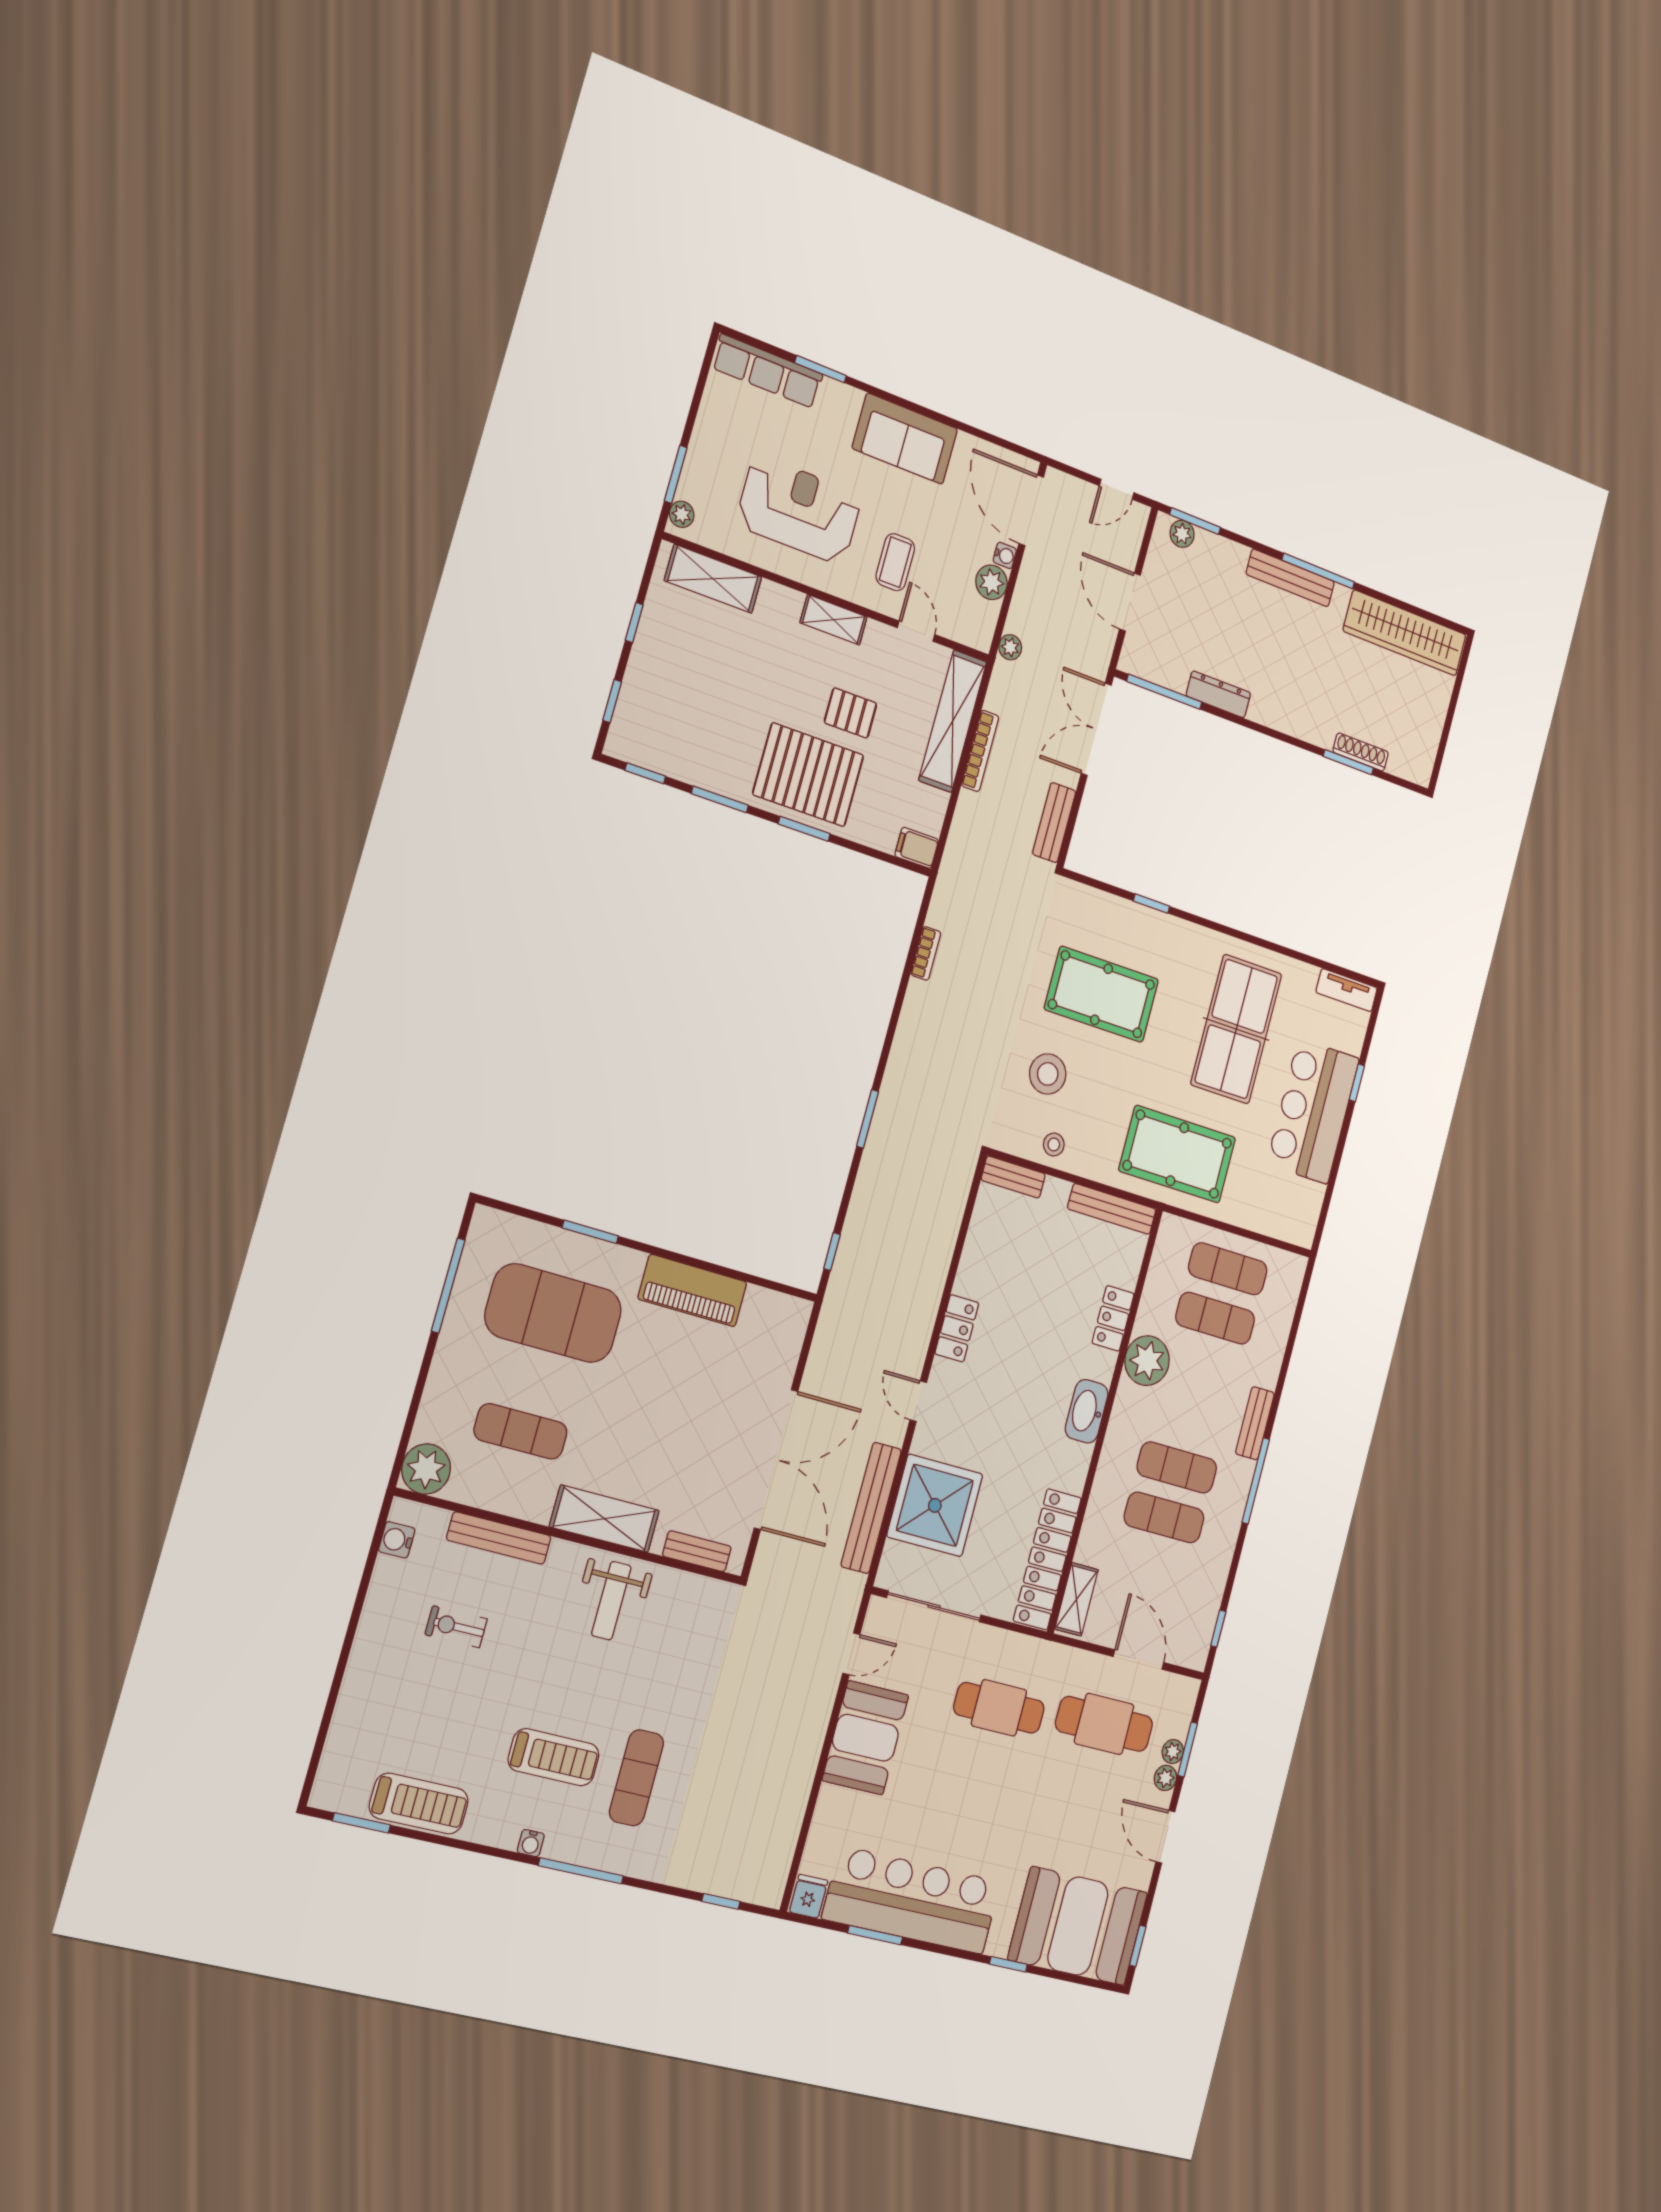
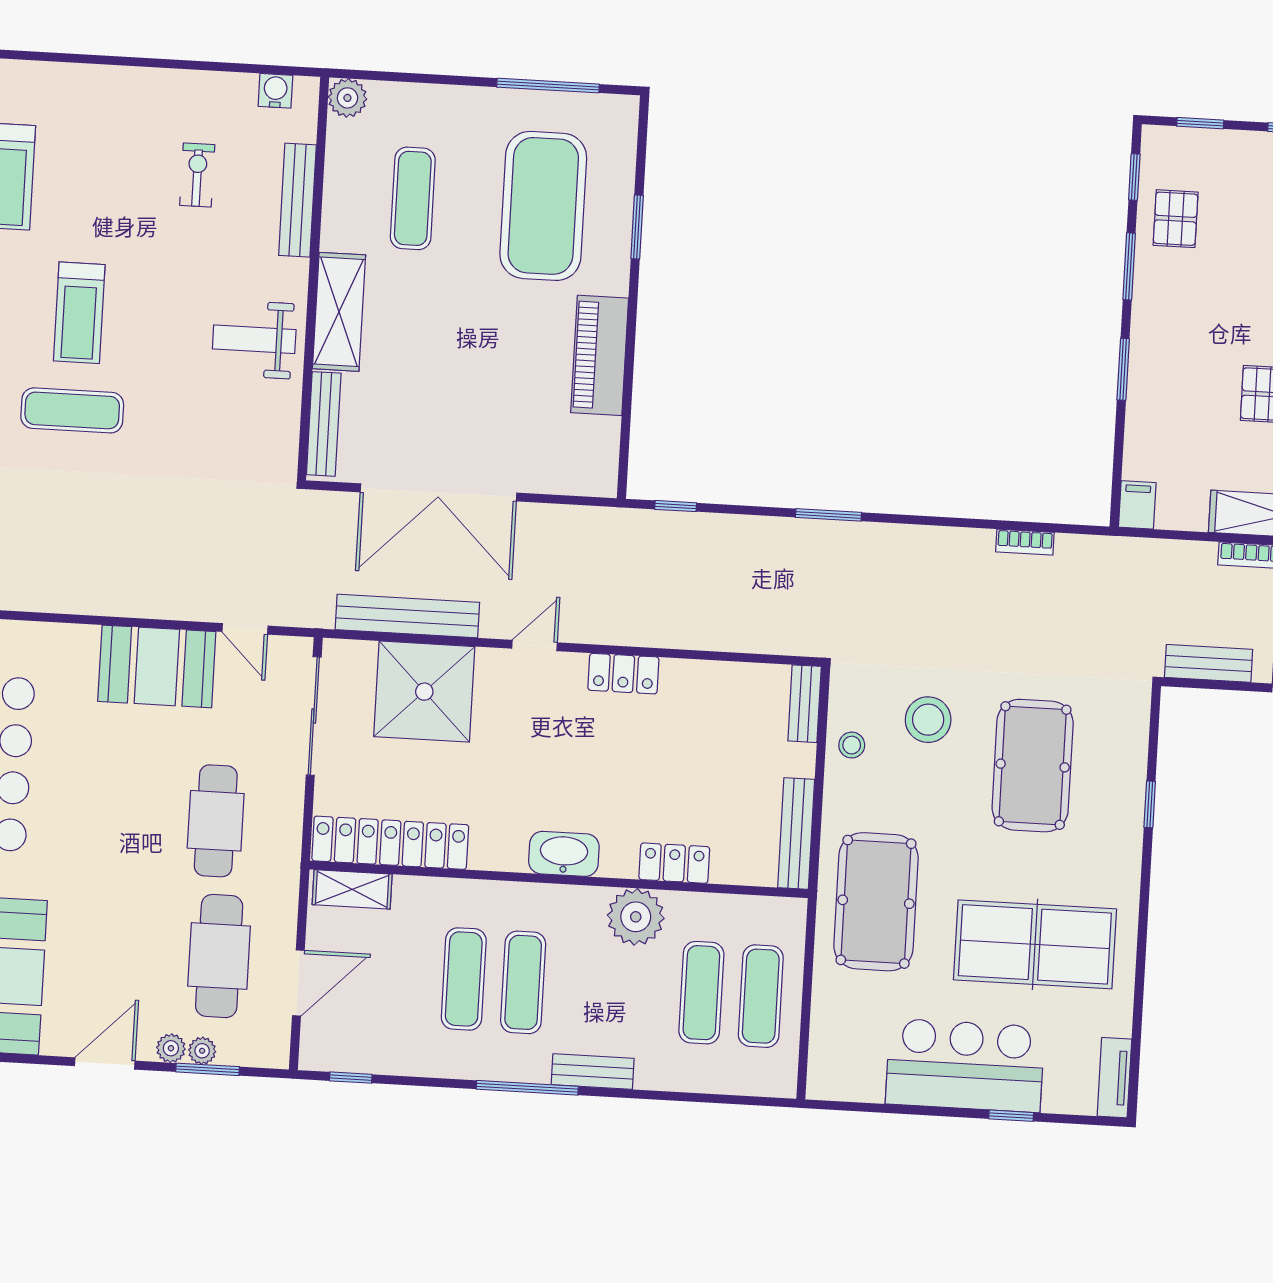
pallet: (808, 775) -> (1176, 219), moved, width x0.49, depth x0.50
plant: (426, 1469) -> (347, 98), width x0.73, depth x0.73
bench: (697, 1551) -> (324, 424), width x1.36

